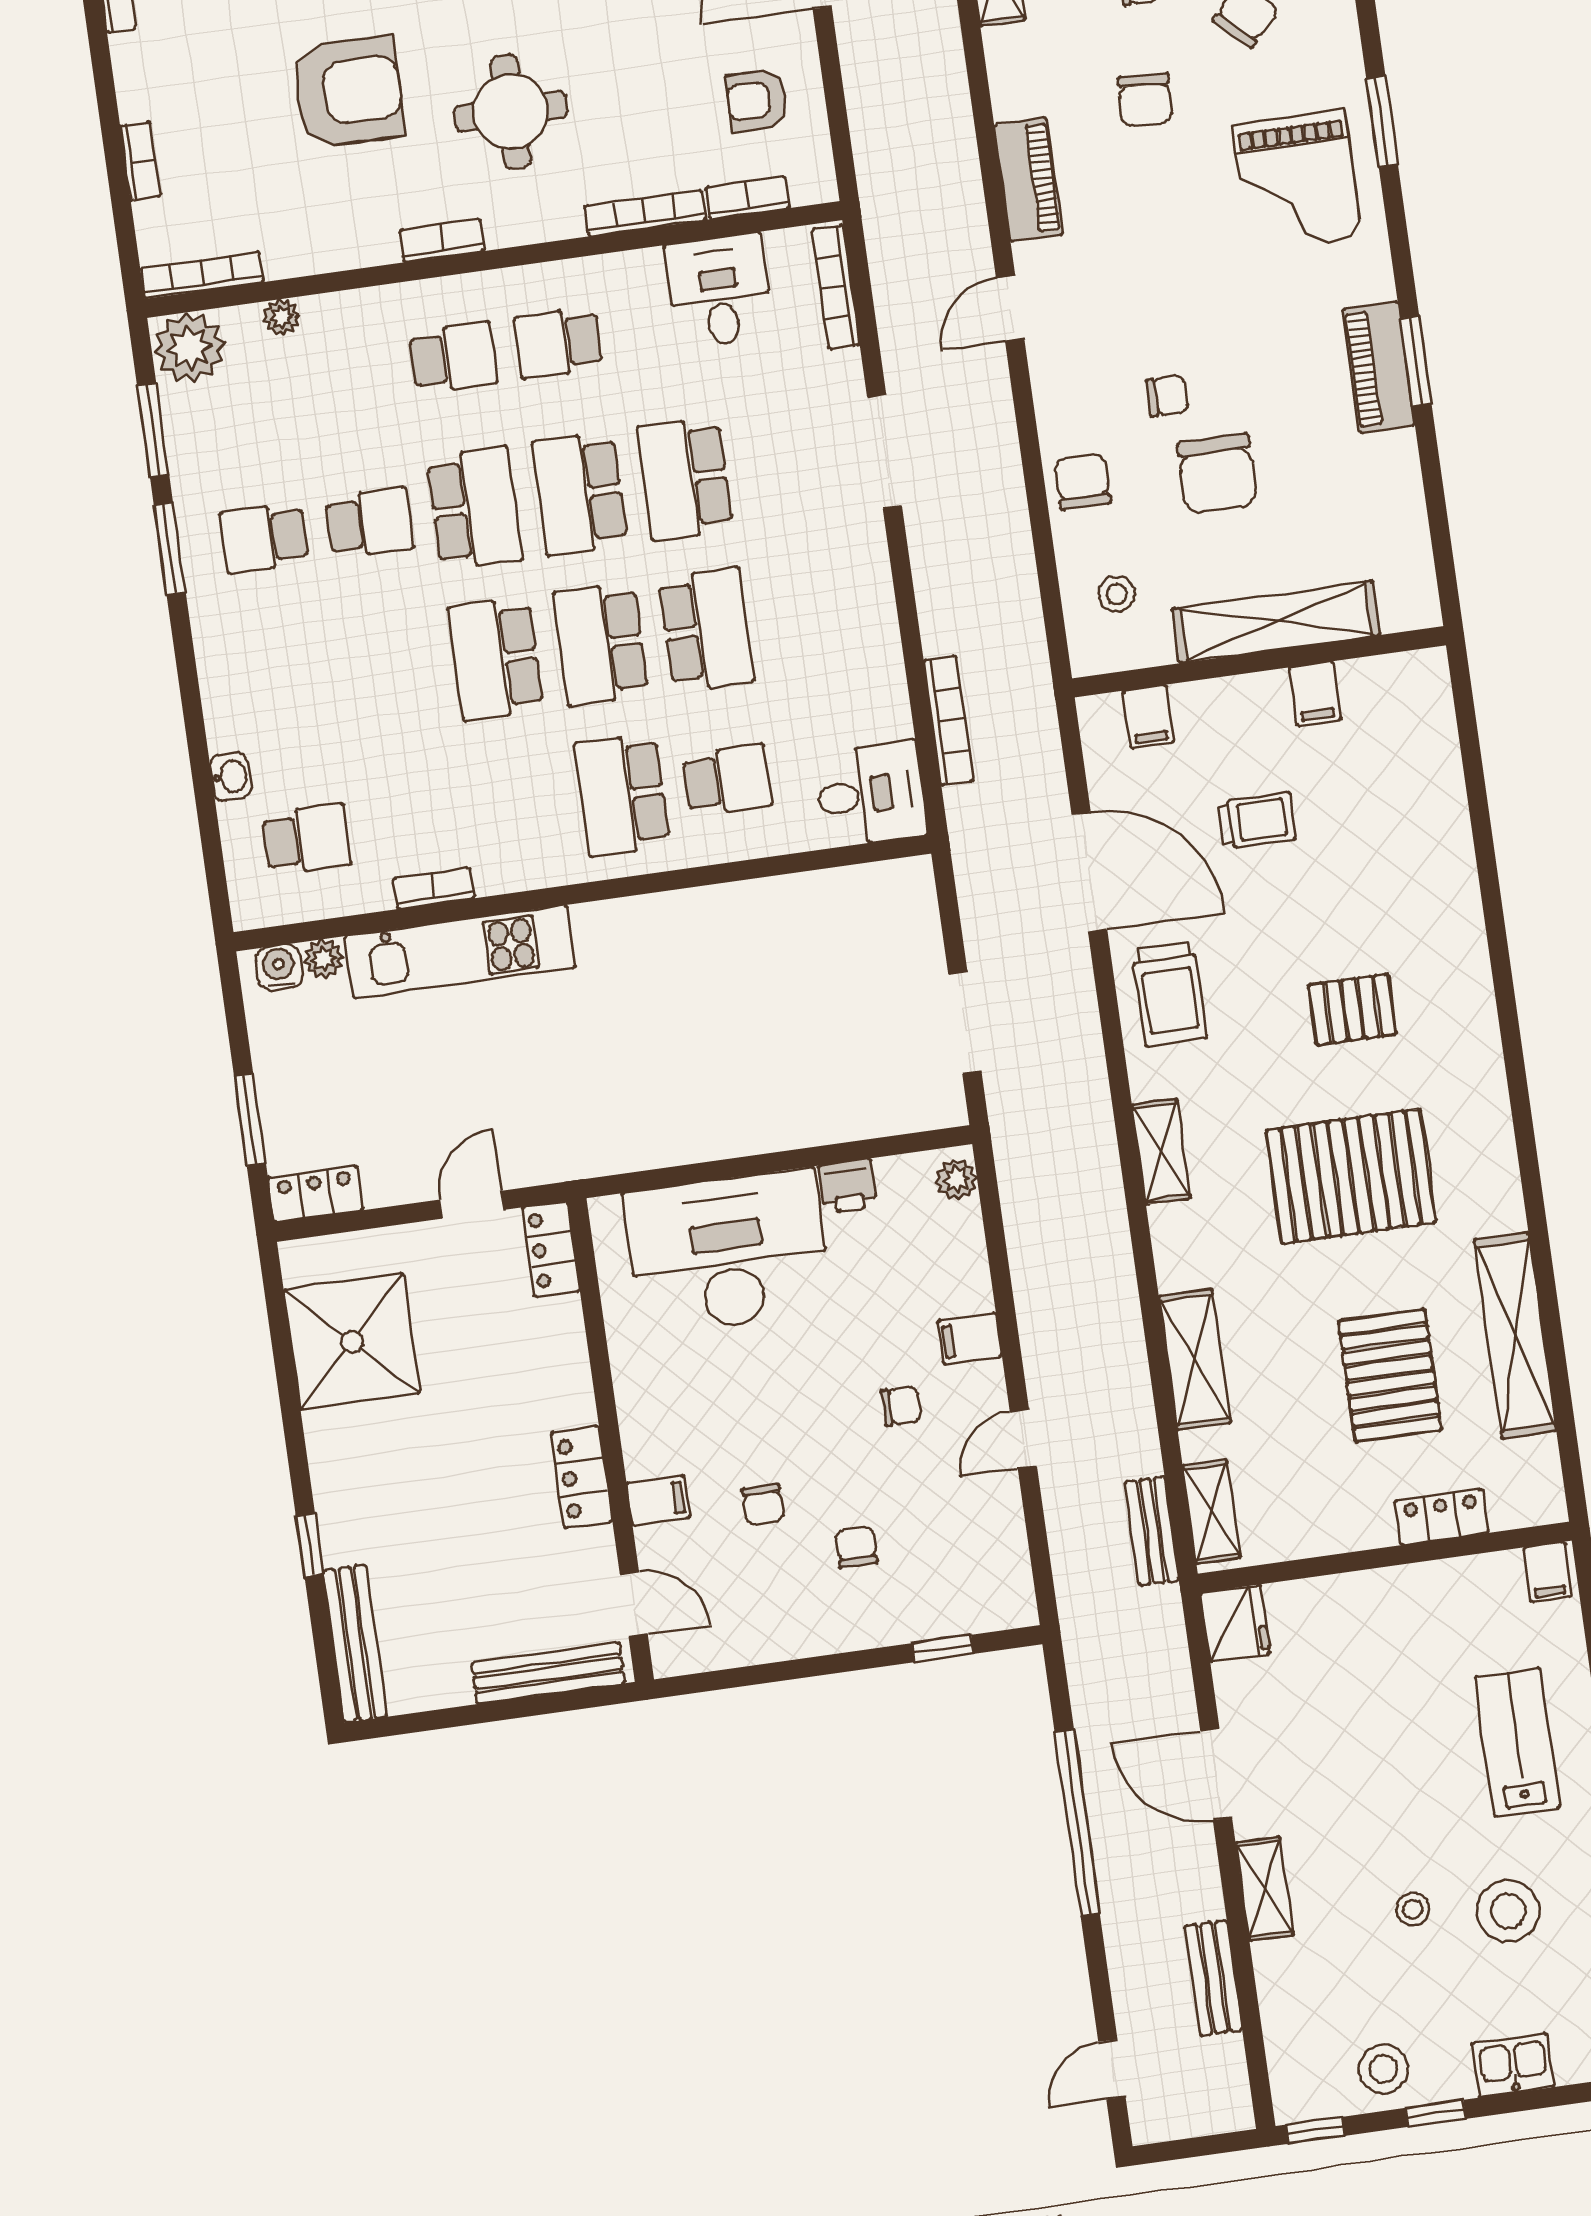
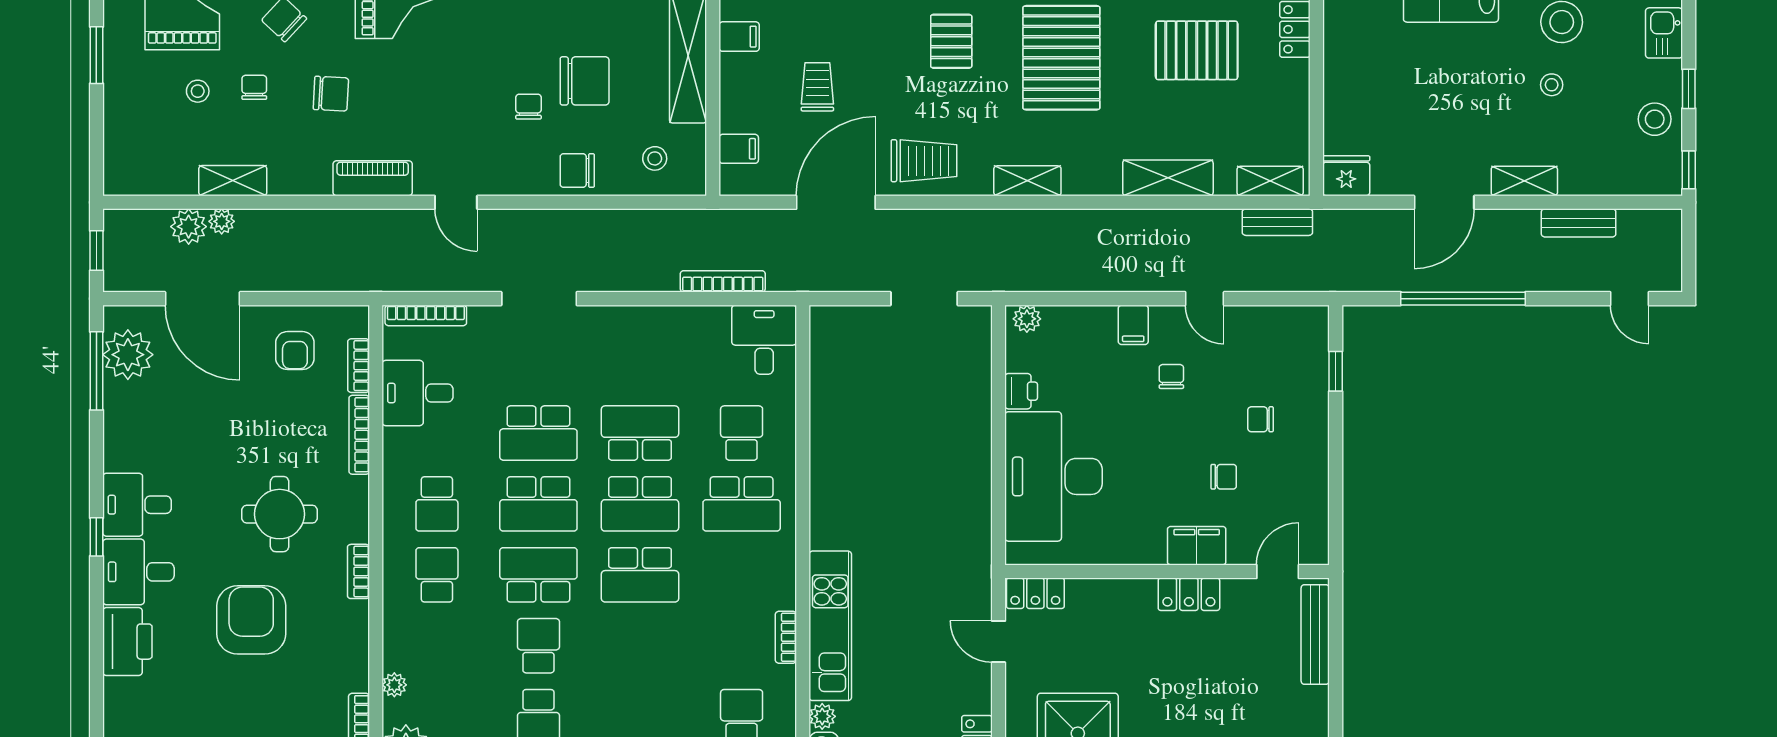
filing cabinet: (658, 1500) -> (1197, 546), width x2.00

